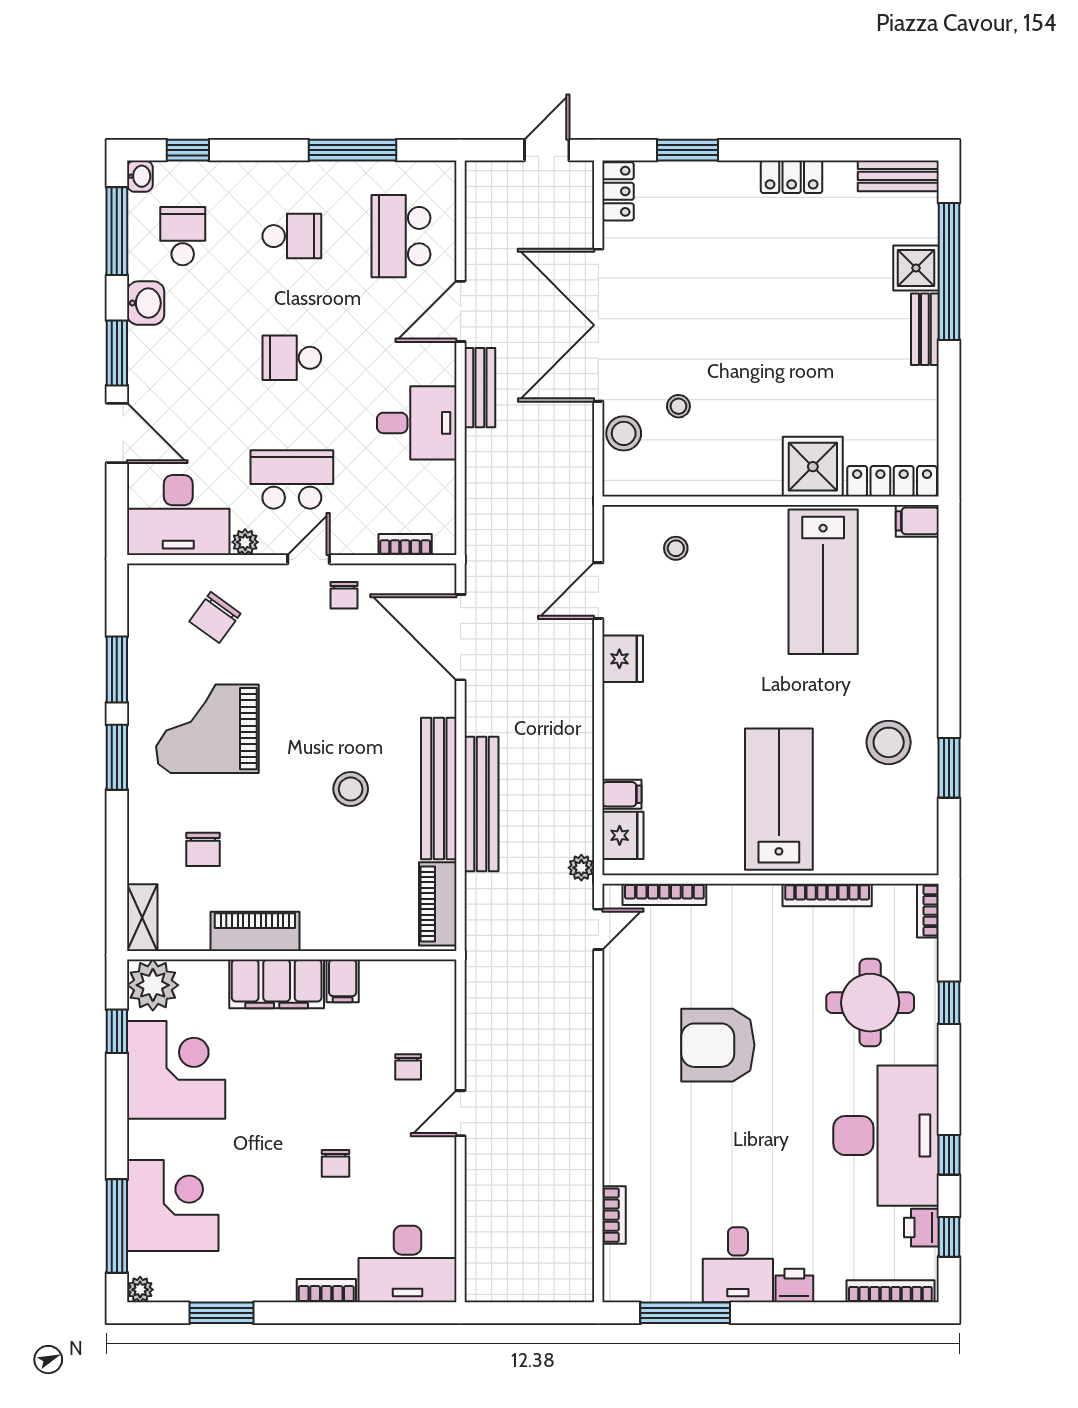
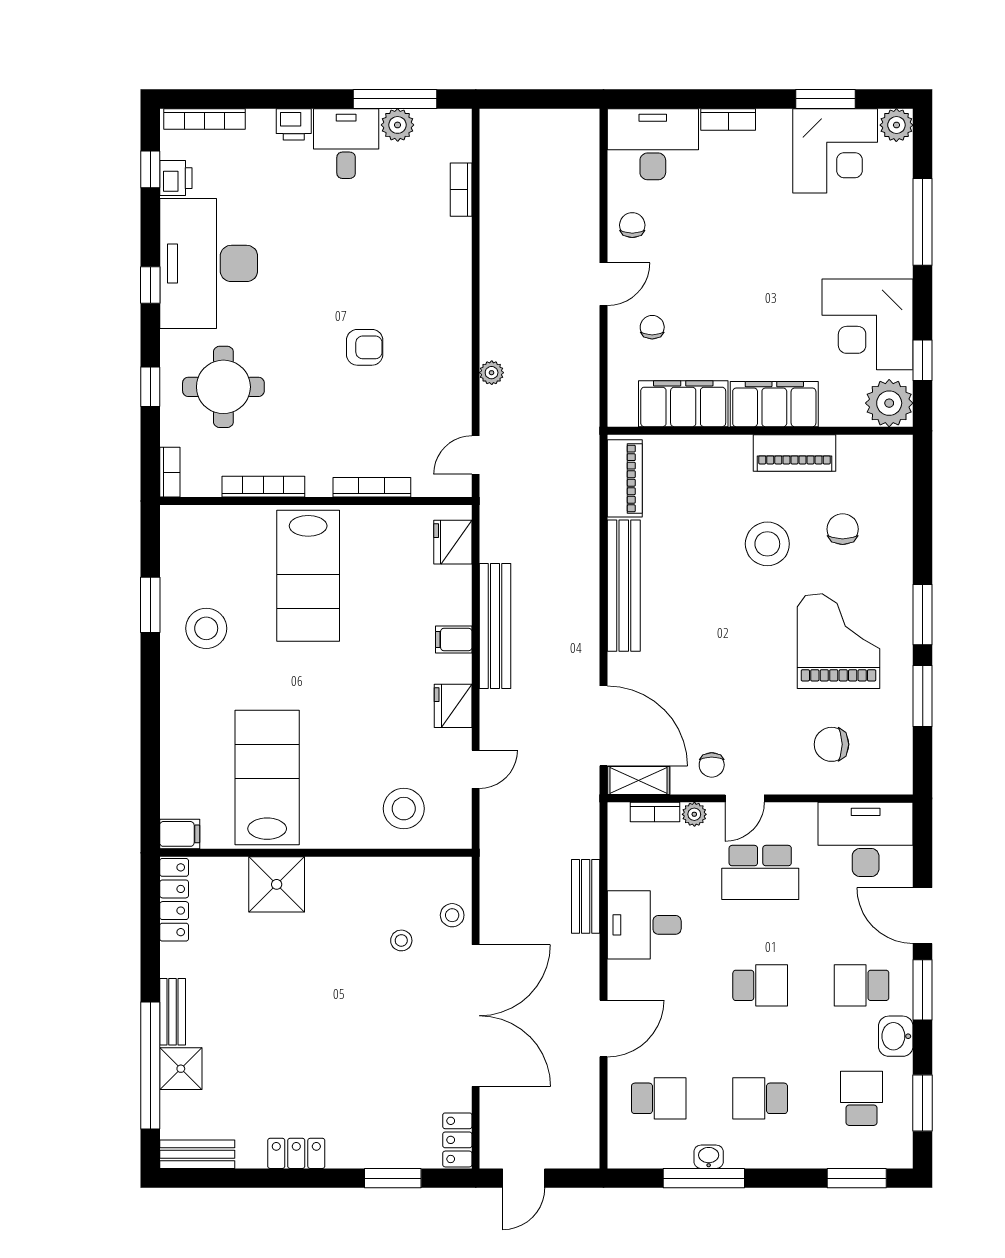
window: (188, 150) -> (857, 1178), width x1.50
washbasin: (140, 176) -> (709, 1157), moved, turned 90
window: (117, 231) -> (923, 1103), width x0.69
school desk: (183, 236) -> (861, 1098), turned 180
school desk: (401, 236) -> (659, 1098), width x0.54
school desk: (183, 358) -> (861, 985), added
bench: (480, 388) -> (586, 896), moved
stool: (624, 433) -> (452, 915), width x0.73, depth x0.73
locker: (892, 481) -> (174, 900), moved, turned -90
plant: (245, 542) -> (694, 814), moved
stool: (676, 548) -> (404, 809), width x1.89, depth x1.89
door: (598, 591) -> (476, 769), width x0.73
chair: (344, 595) -> (712, 765), turned 180
chair: (215, 617) -> (832, 744), turned -126
grand piano: (207, 729) -> (838, 641), turned -90
stool: (351, 789) -> (767, 544), moved, width x1.38, depth x1.38
filing cabinet: (622, 794) -> (454, 639), moved
bench: (481, 804) -> (495, 626), moved
plant: (581, 868) -> (492, 373), moved
bookcase: (664, 894) -> (372, 487), moved
shelving: (142, 918) -> (639, 780), moved, turned 90
filing cabinet: (343, 981) -> (683, 404), width x3.00, depth x1.17
armchair: (718, 1045) -> (365, 347), width x0.53, depth x0.53
window: (949, 1155) -> (150, 285), moved
chair: (335, 1163) -> (632, 225), moved
corner desk: (173, 1206) -> (835, 151), moved, turned -90
window: (117, 1226) -> (923, 222), moved
plant: (683, 1285) -> (398, 125), added
plant: (140, 1290) -> (896, 125), width x1.38, depth x1.38

